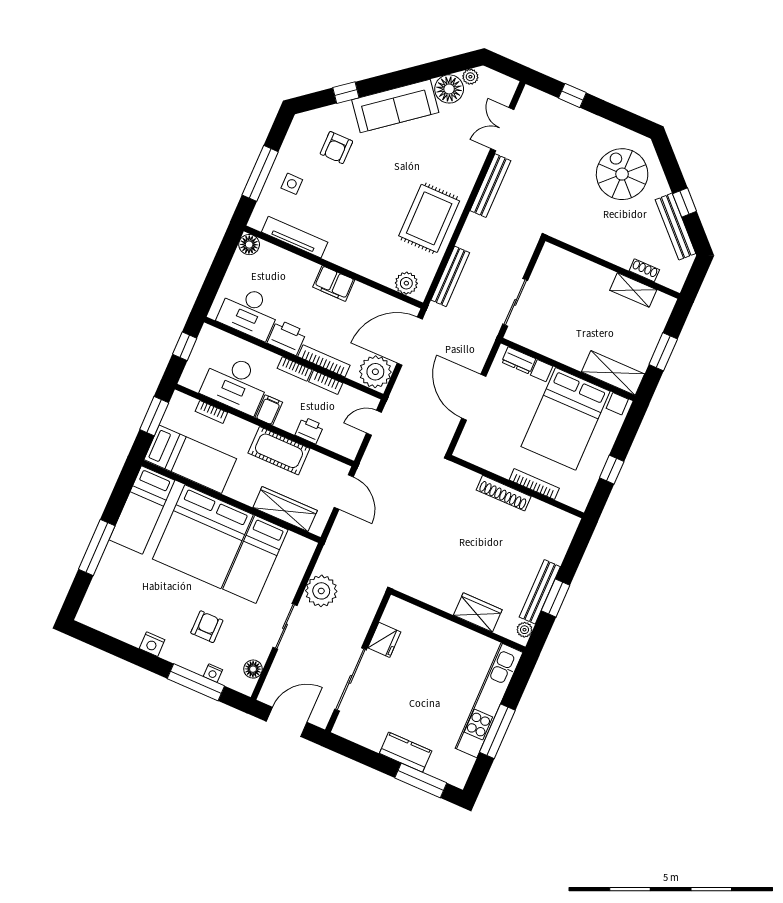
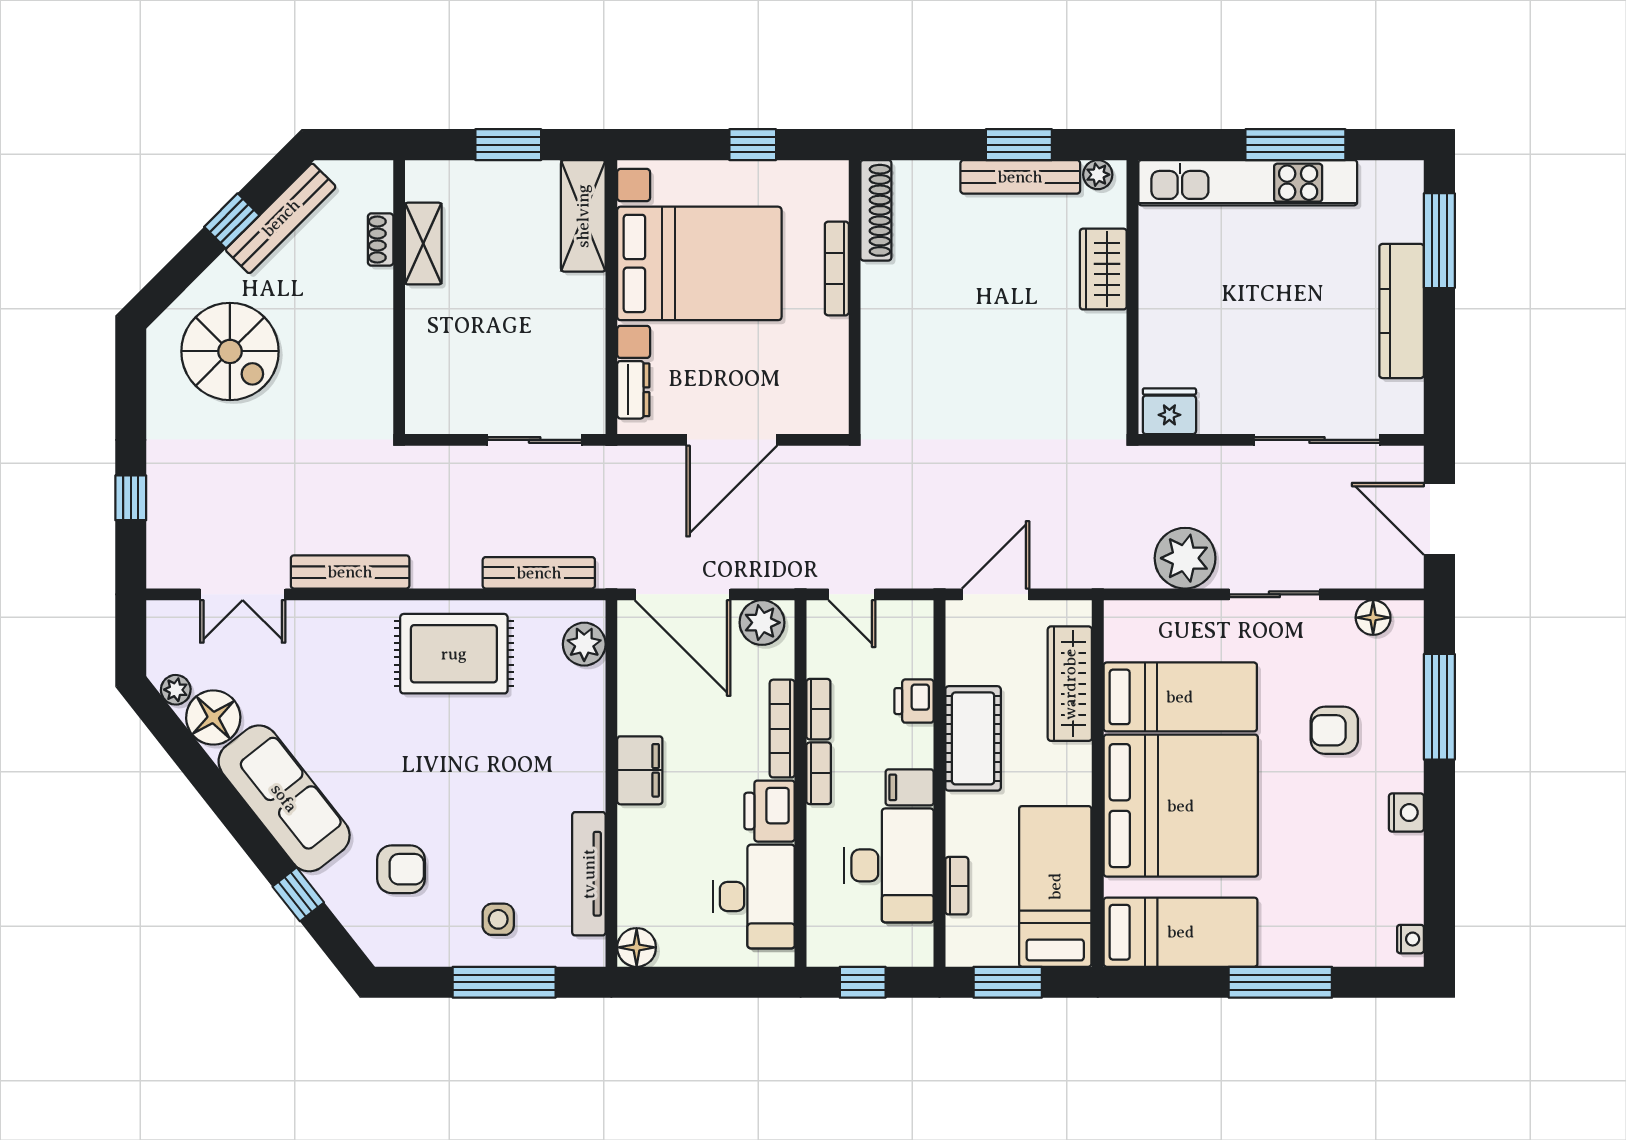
spiral stairs: (622, 174) -> (230, 351), turned -90
plant: (375, 372) -> (762, 623), width x0.73, depth x0.73
shoe rack: (504, 493) -> (876, 210), moved
fridge: (384, 640) -> (1169, 411), moved
nightstand: (213, 673) -> (1410, 939), moved
kitchen counter: (406, 752) -> (1402, 311), width x1.50

